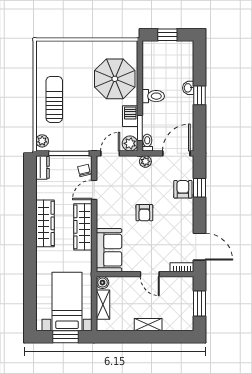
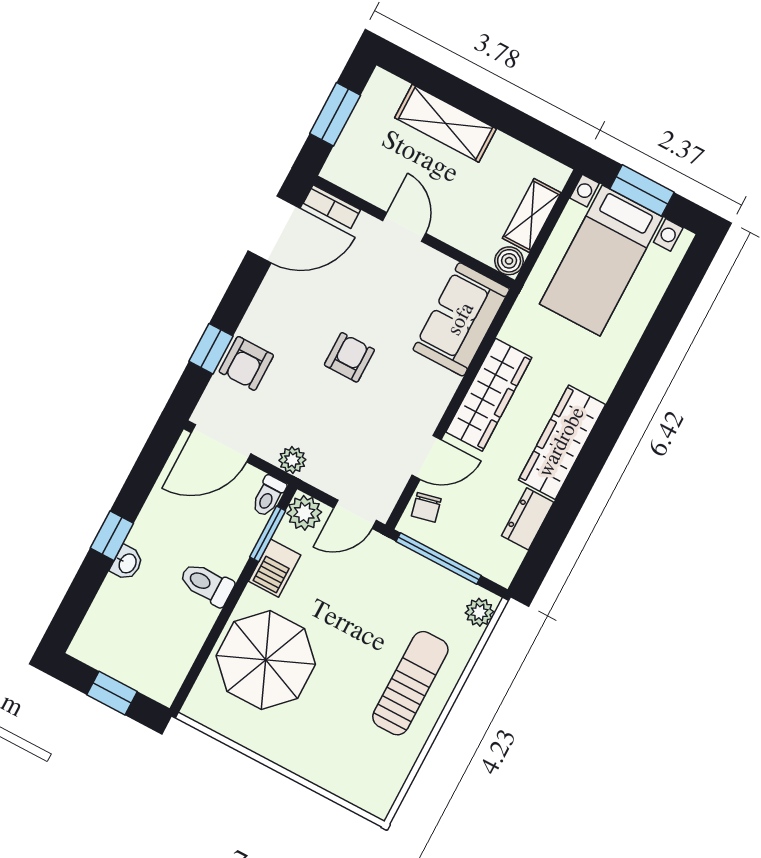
sun lounger: (54, 99) -> (410, 683), turned 180
dresser: (43, 167) -> (528, 519), moved
door: (200, 247) -> (274, 229), swing flipped
shelving: (148, 325) -> (446, 123), width x1.50, depth x1.33

